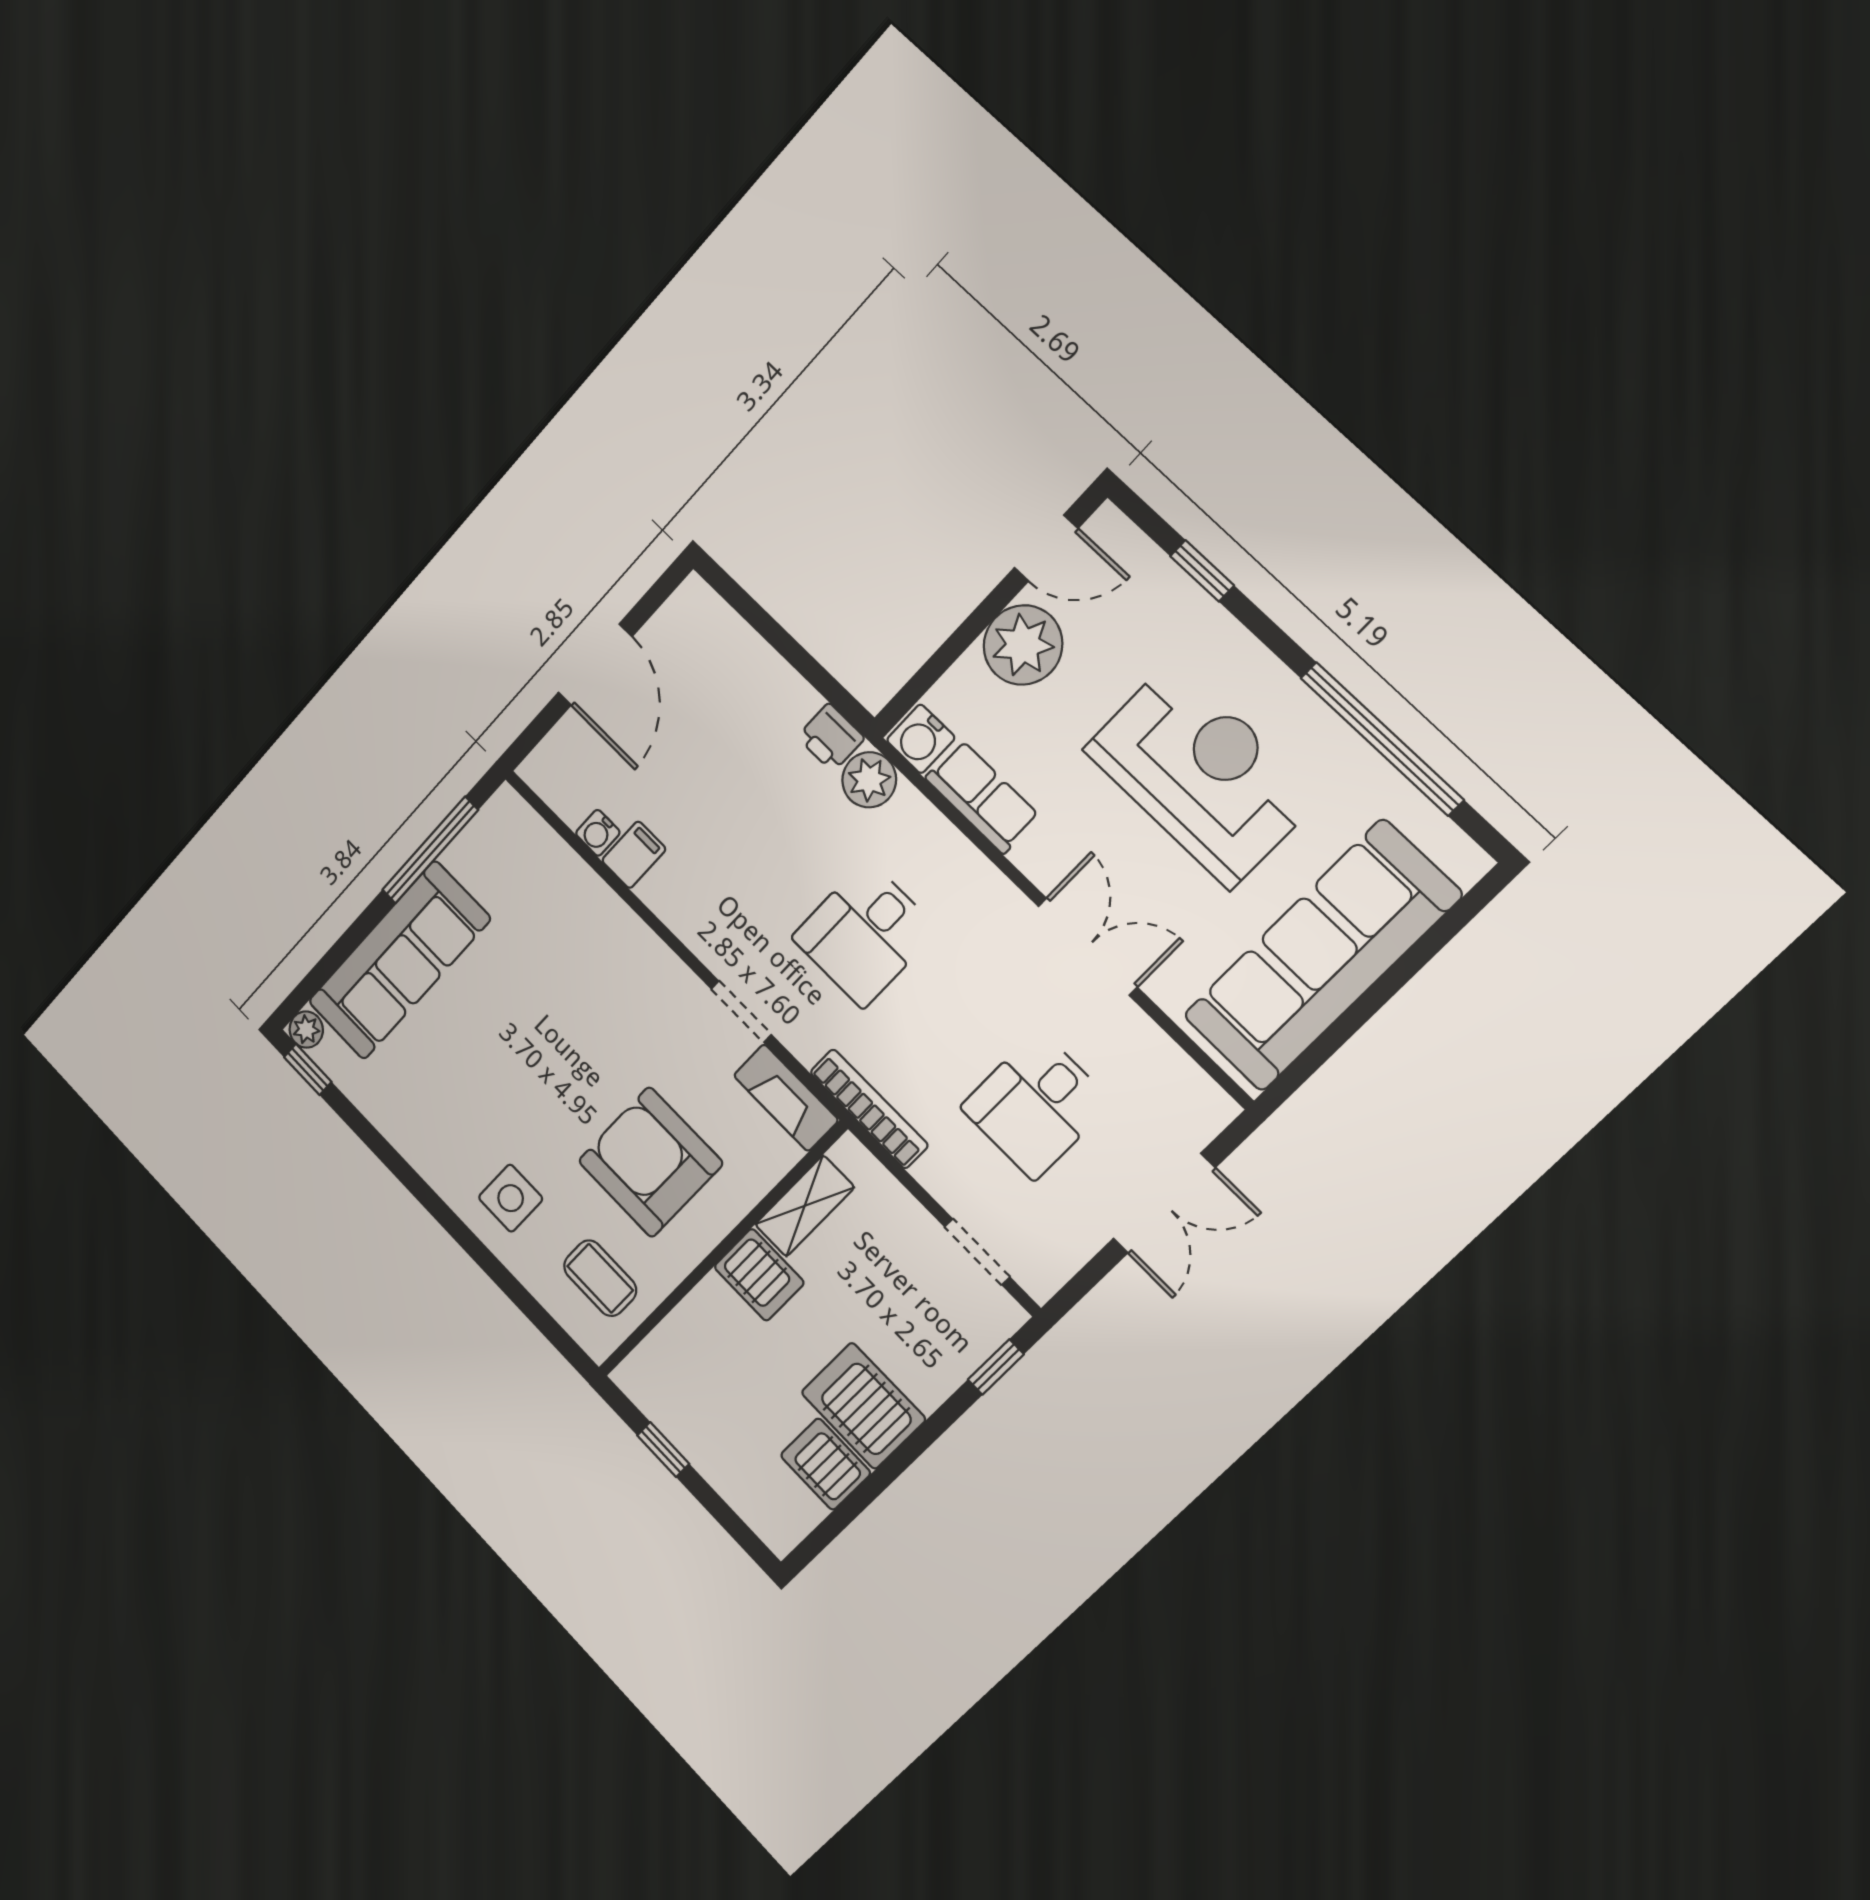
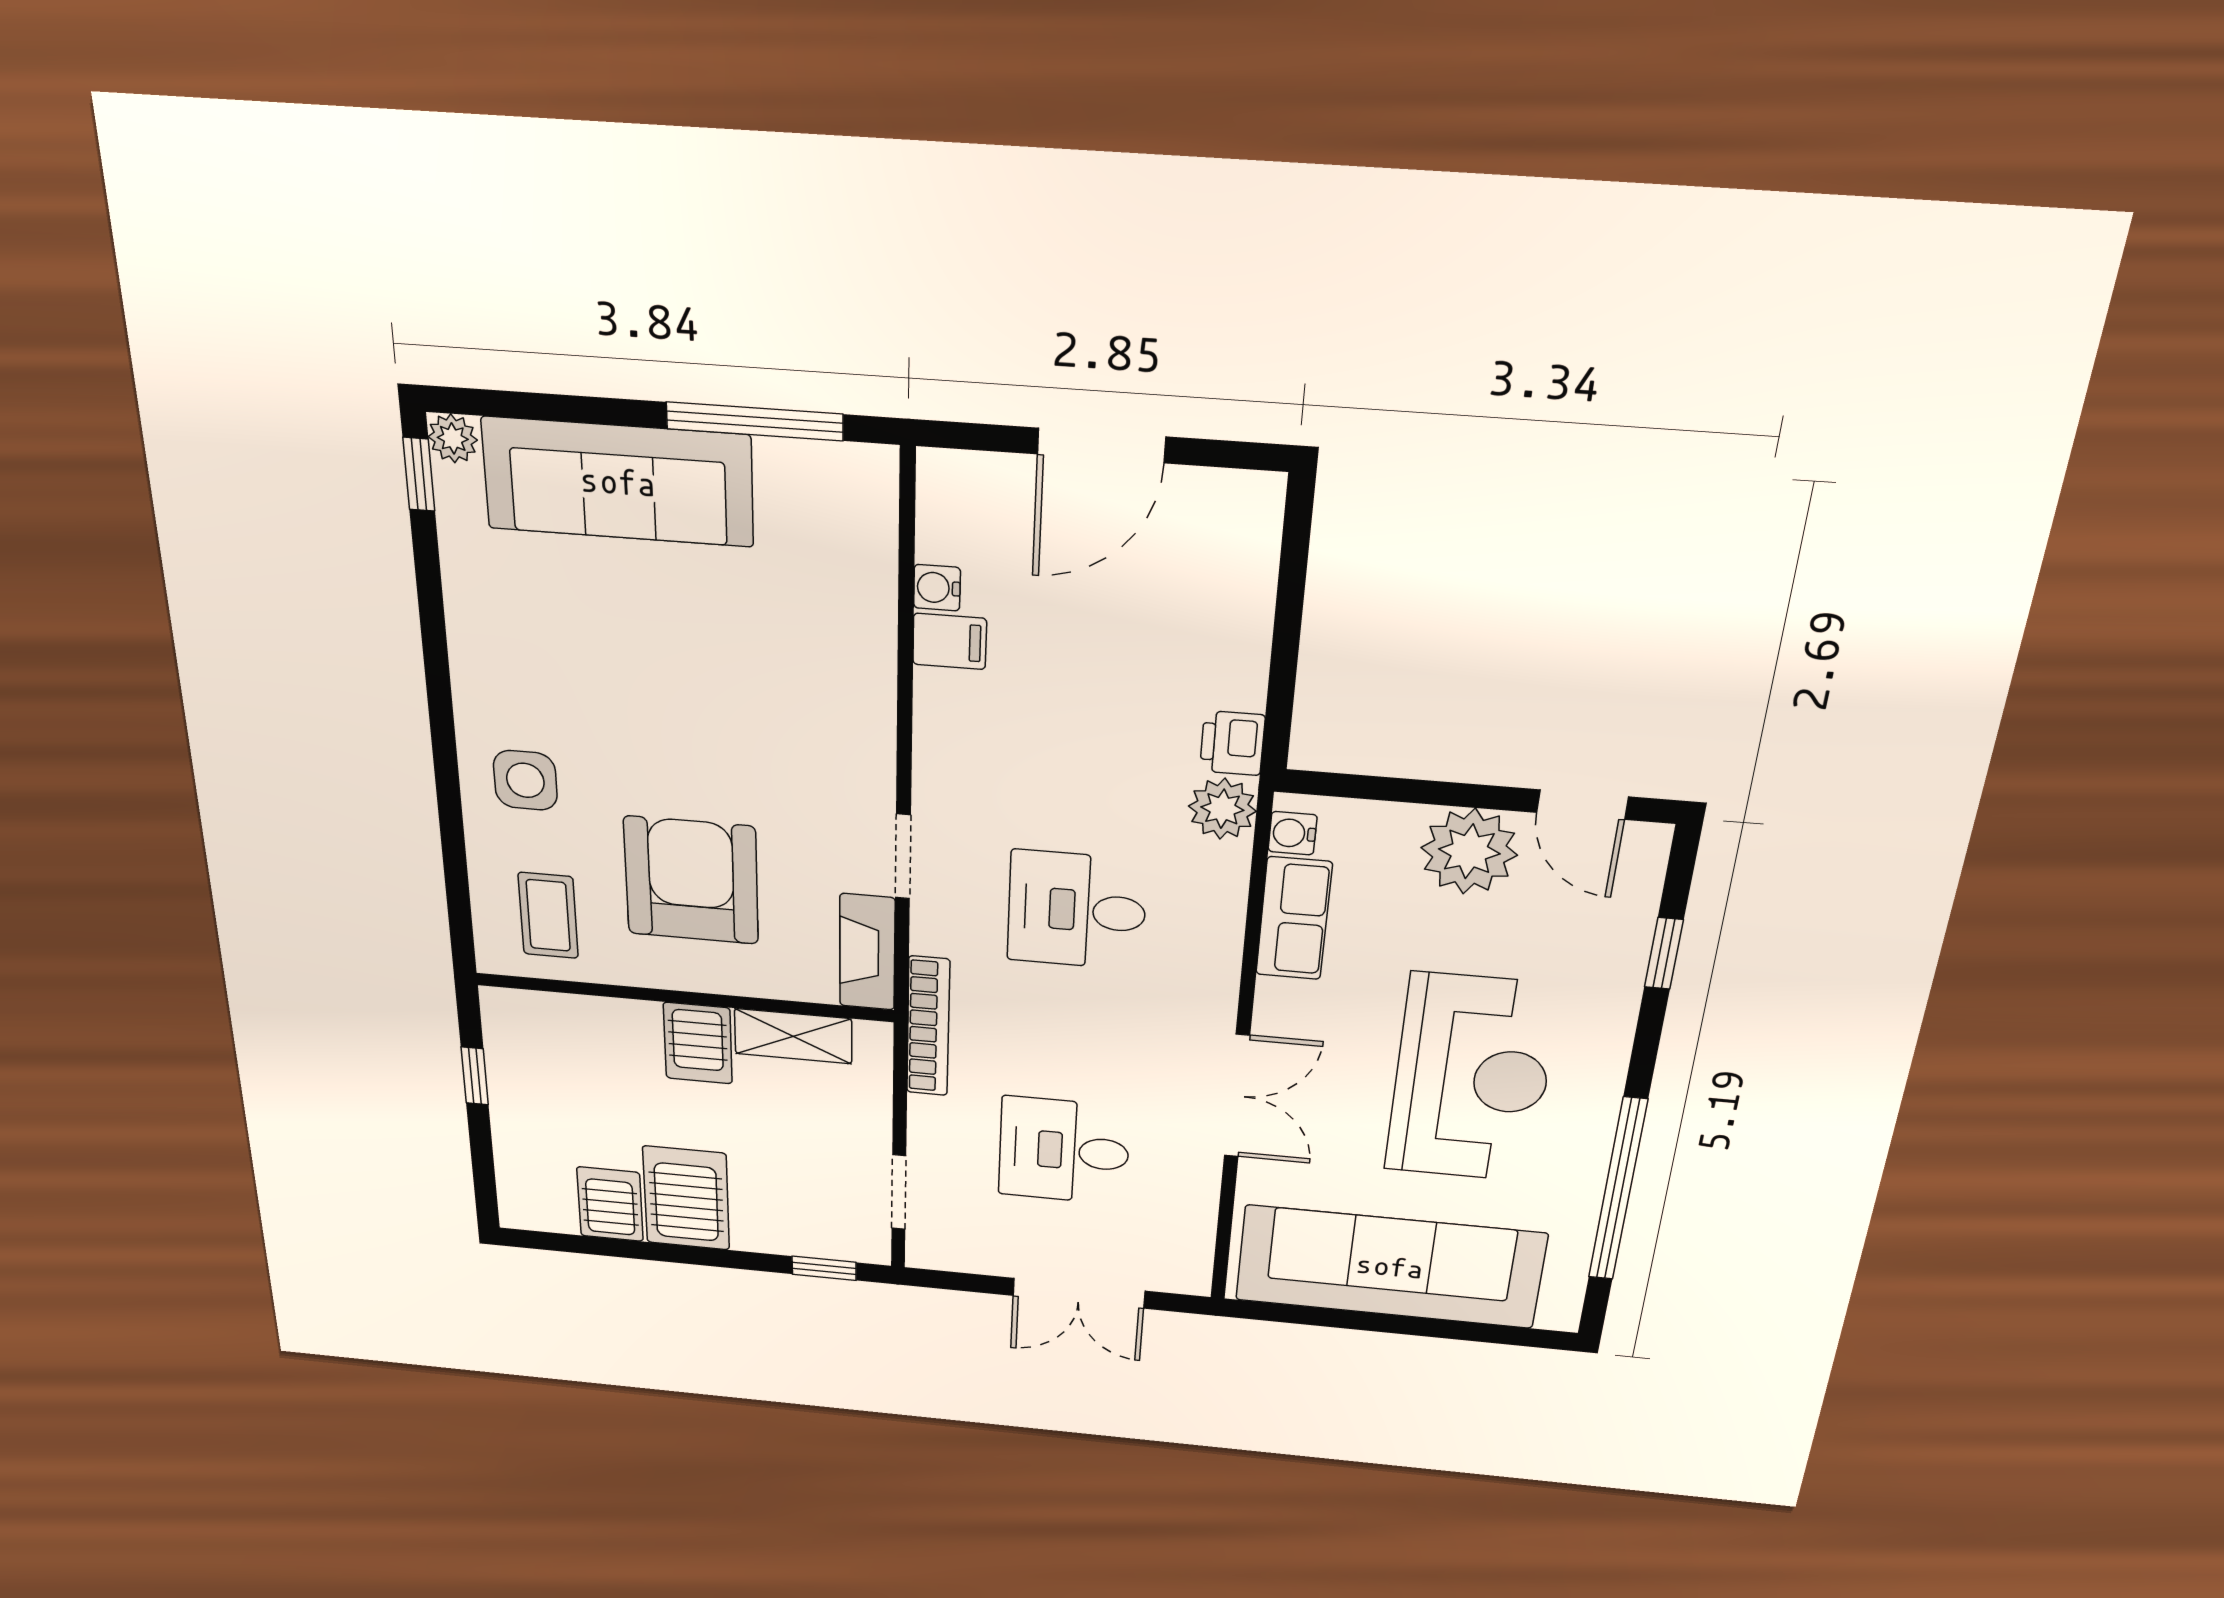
water cooler: (921, 739) -> (1293, 833), width x0.72, depth x0.72

